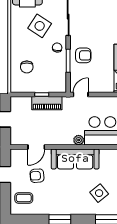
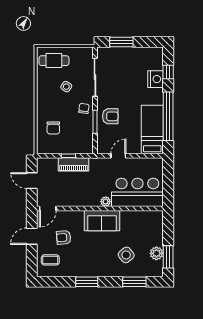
side table: (40, 26) -> (66, 87), width x0.54, depth x0.54
door: (81, 94) -> (118, 156), moved
door: (36, 147) -> (48, 209), moved
sofa: (75, 159) -> (102, 221), width x0.73

